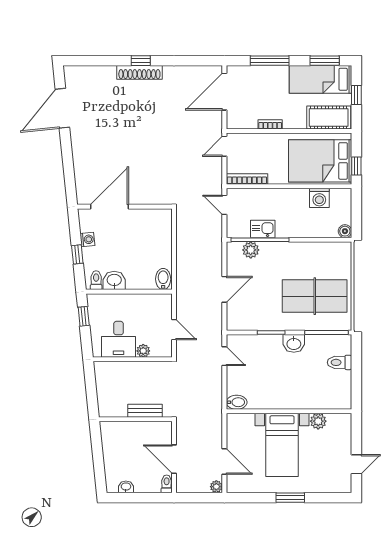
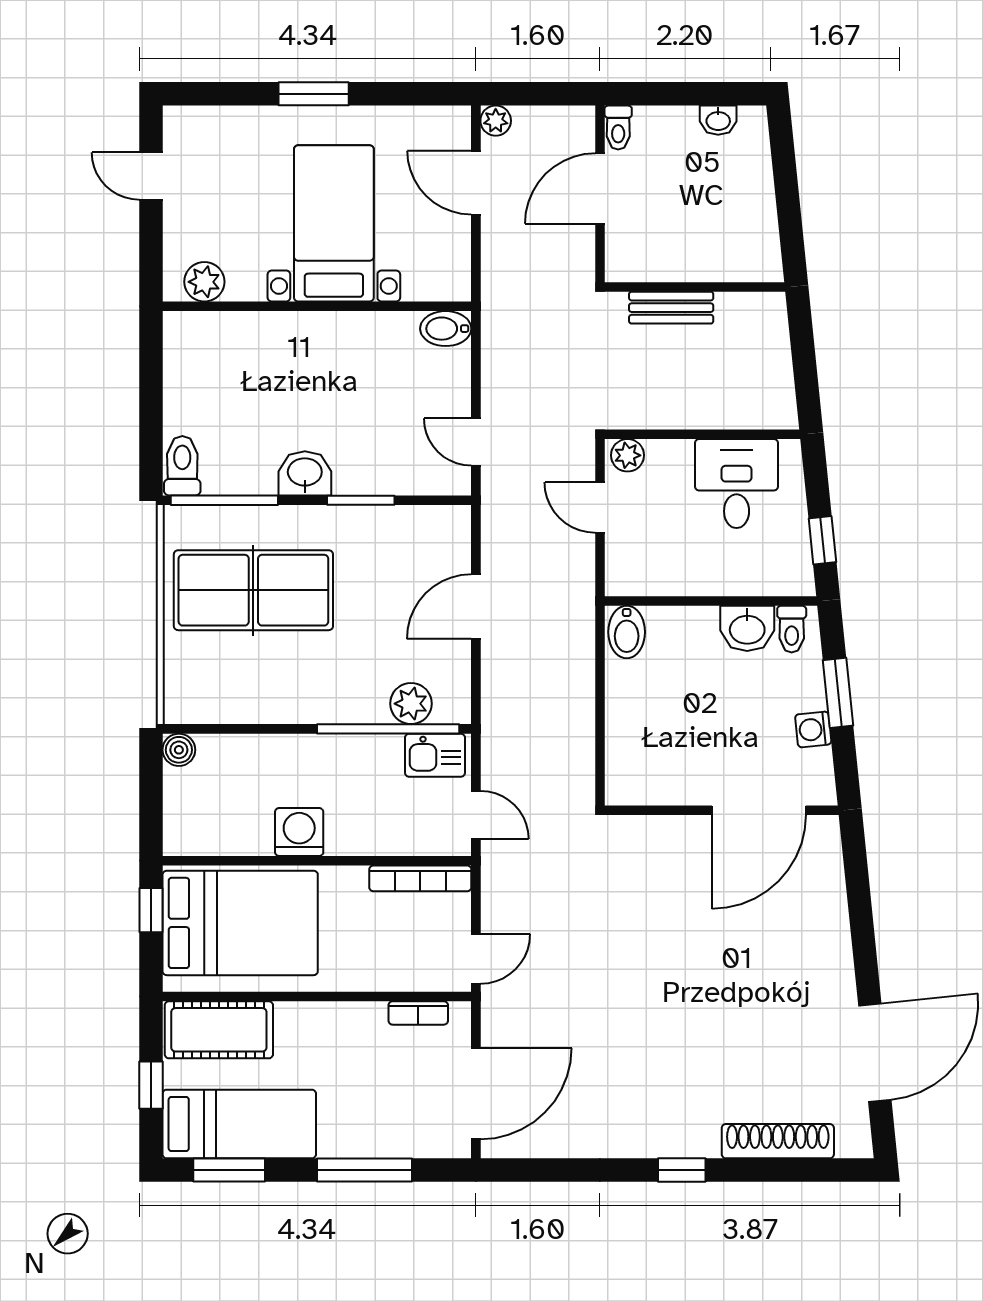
shoe rack: (139, 72) -> (778, 1141), moved
bookcase: (270, 124) -> (418, 1013), moved
washing machine: (319, 198) -> (299, 832), moved
kitchen sink: (263, 229) -> (435, 755), moved
window: (77, 254) -> (838, 693), width x1.50
plant: (143, 351) -> (627, 455), moved
toilet: (339, 362) -> (182, 466), moved, turned -90
plant: (318, 421) -> (204, 282), moved
door: (174, 459) -> (600, 189), swing flipped
door: (356, 464) -> (151, 176), hinge flipped

